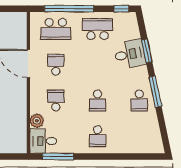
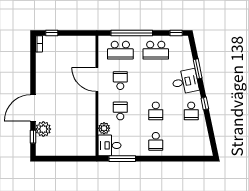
school desk: (98, 29) -> (156, 50), turned 180
desk: (130, 54) -> (185, 82), moved
window: (155, 92) -> (205, 103), width x0.46

